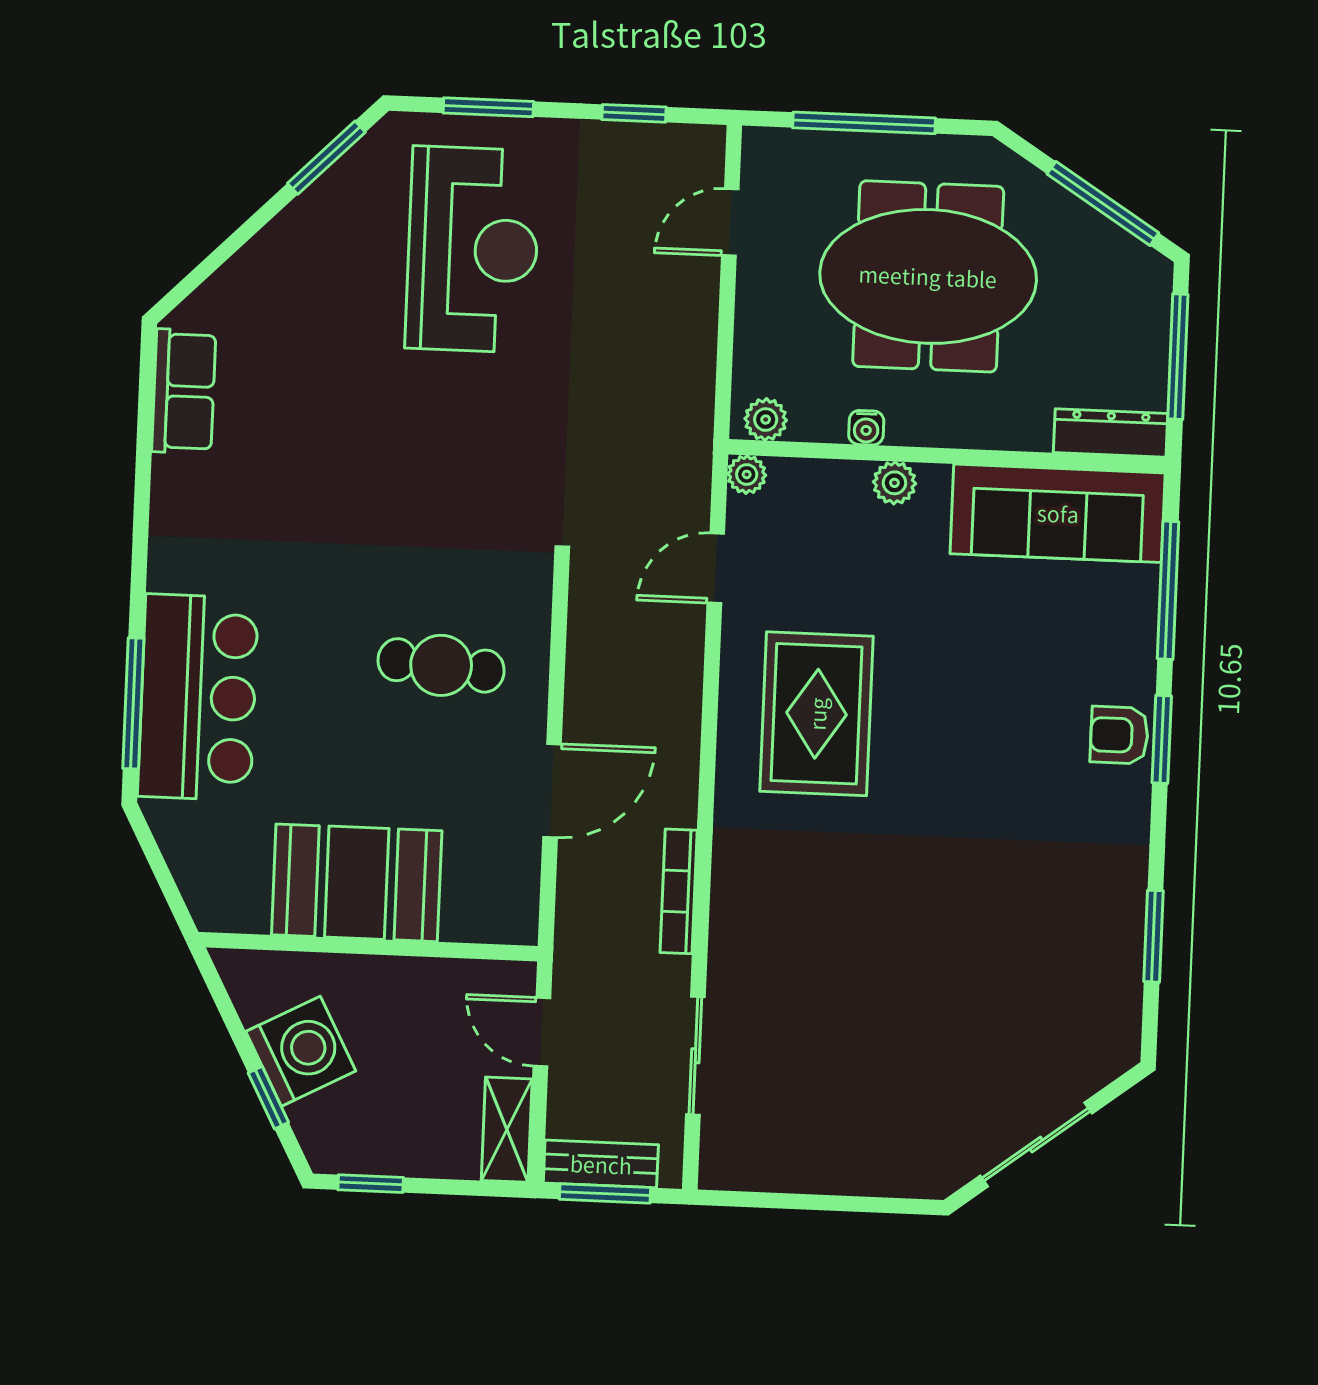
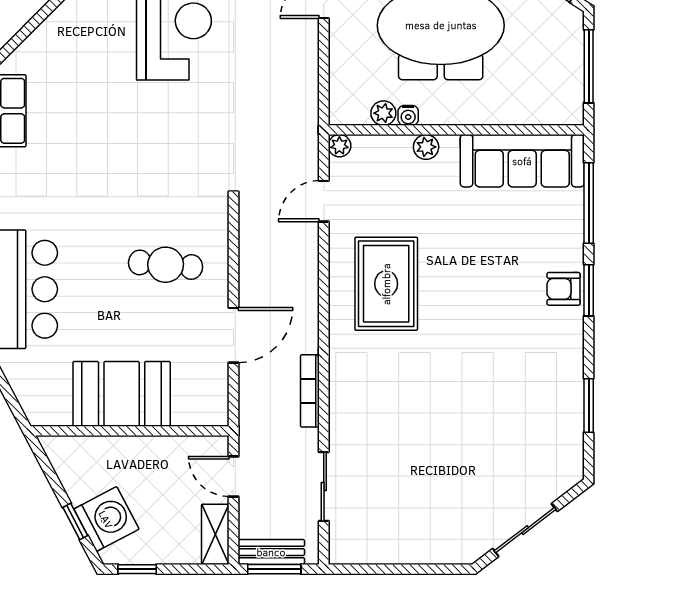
plant: (766, 420) -> (383, 113), moved
dresser: (1111, 433) -> (551, 113), removed
washing machine: (301, 1051) -> (106, 519), moved

